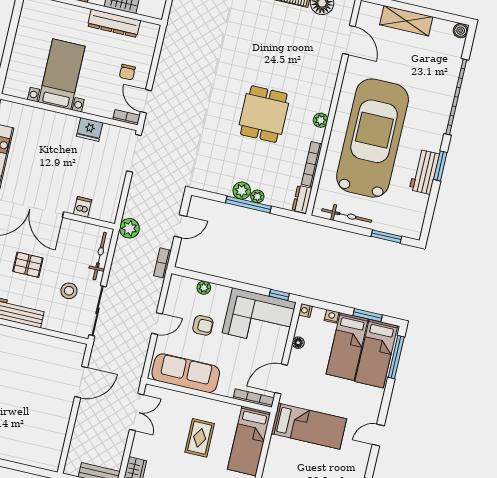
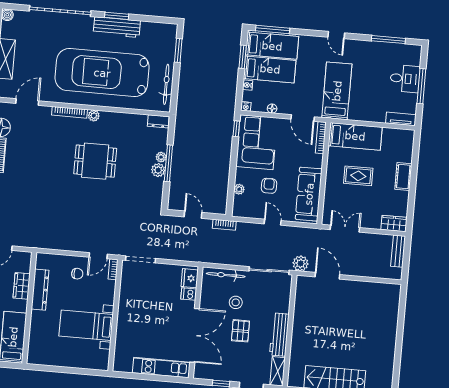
fridge: (90, 129) -> (190, 278), moved, turned 180
bookcase: (312, 164) -> (70, 112), moved
workbench: (424, 172) -> (117, 27), width x1.38
plant: (129, 228) -> (301, 263), moved
stool: (69, 291) -> (236, 302), moved

